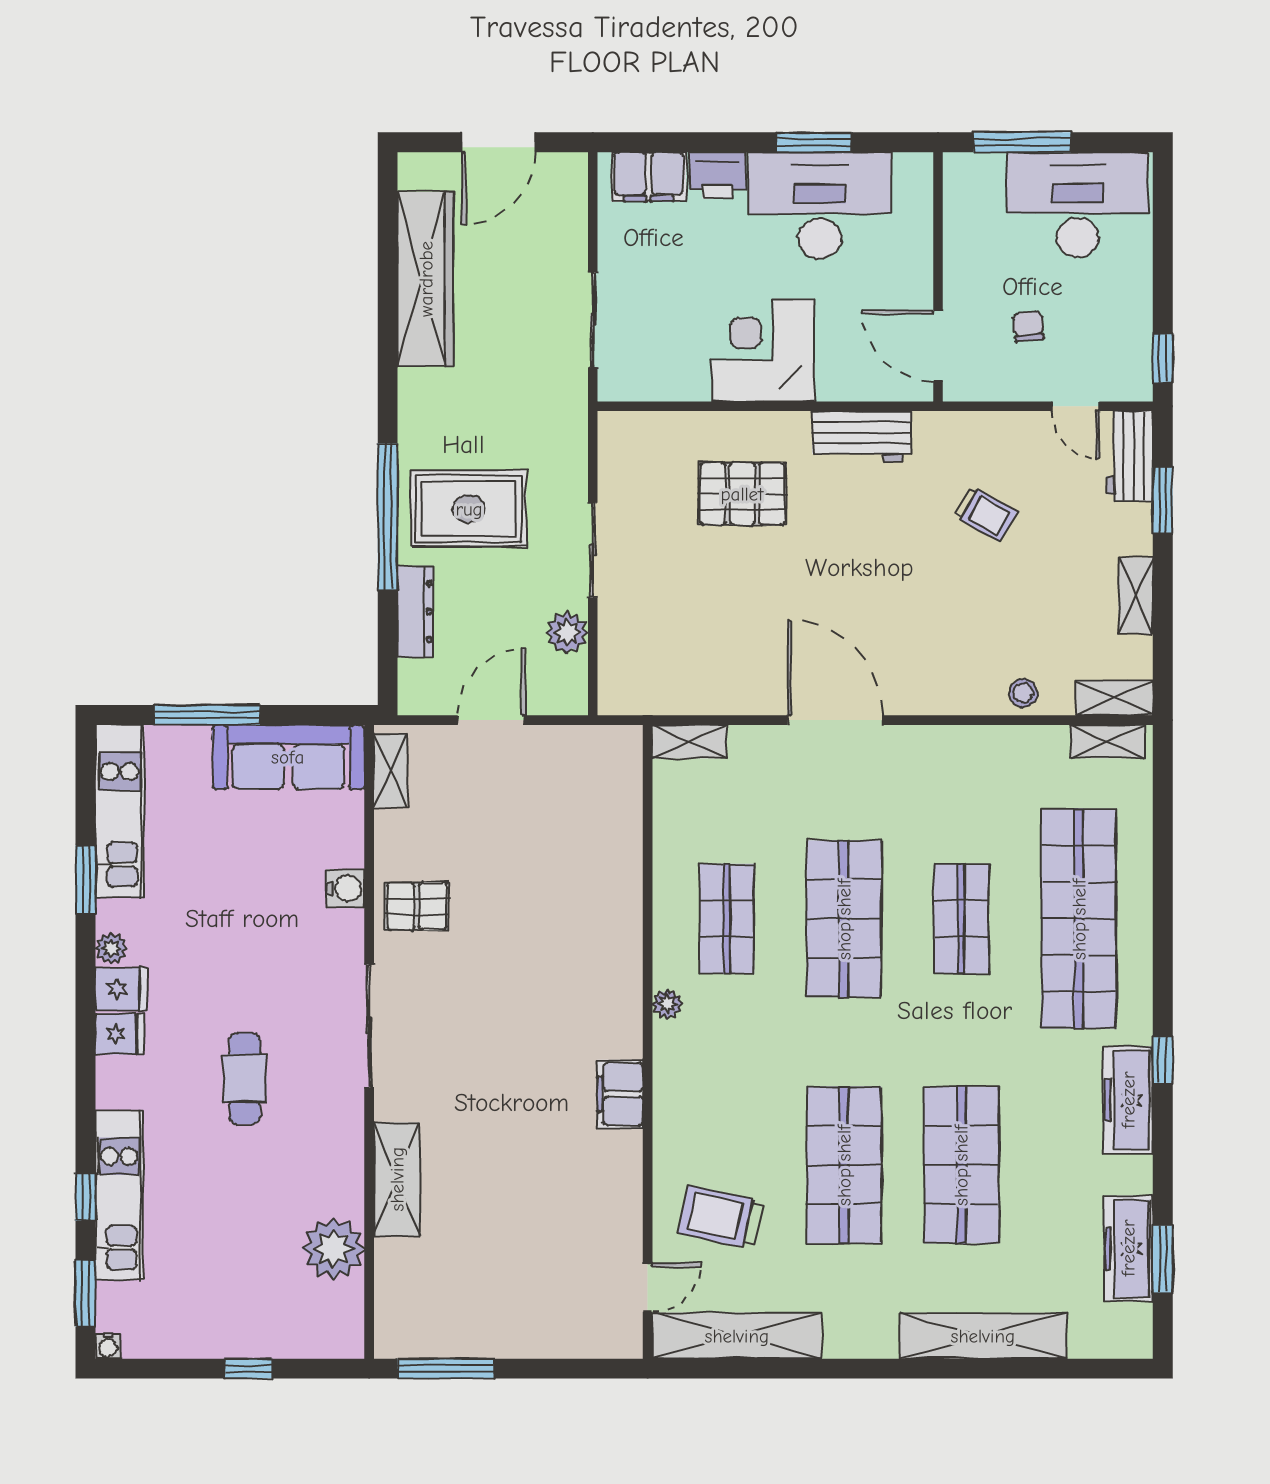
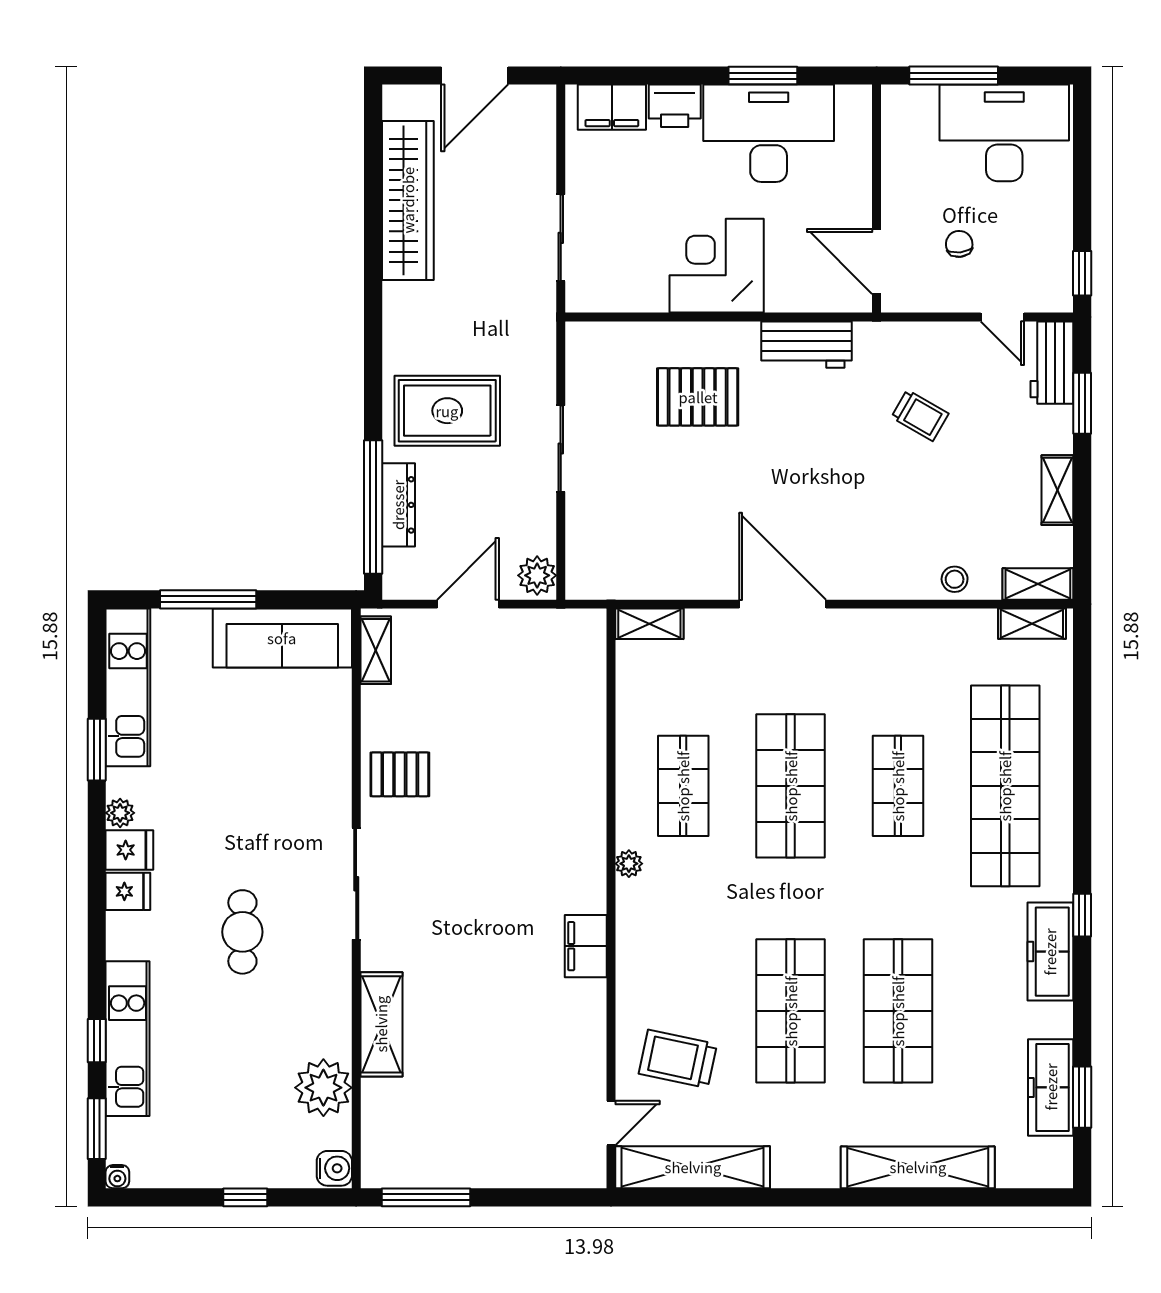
window: (388, 517) -> (373, 507), moved
plant: (567, 632) -> (537, 575), moved
water cooler: (345, 888) -> (334, 1168), moved

